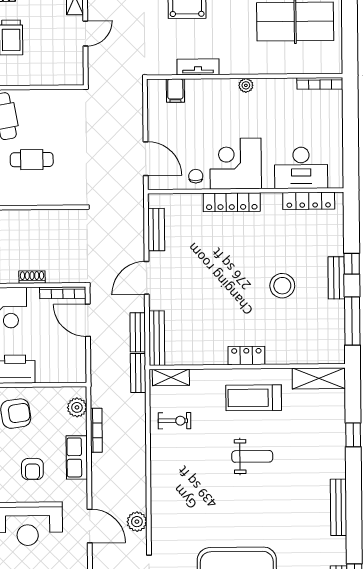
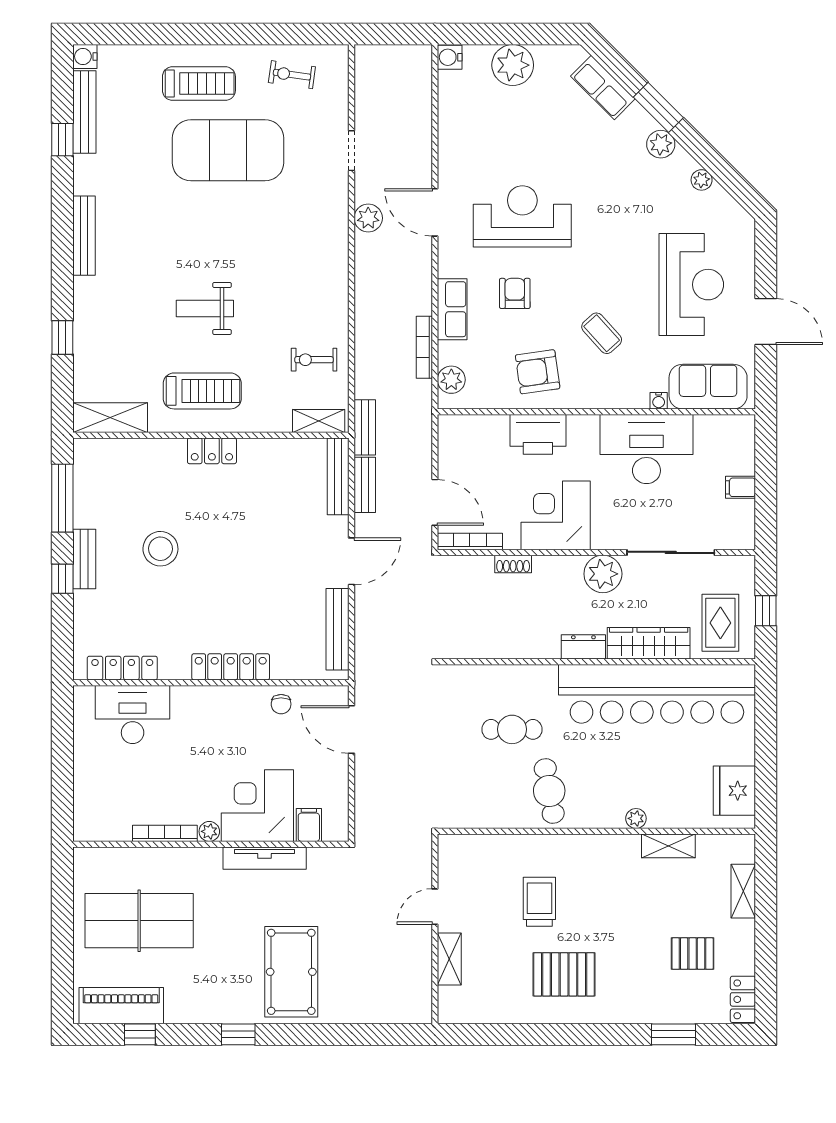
tv unit: (198, 67) -> (265, 858), width x1.41
bookcase: (320, 83) -> (165, 833), moved
corner desk: (236, 164) -> (257, 806), moved, turned 180
bench: (156, 230) -> (337, 629), width x1.36

